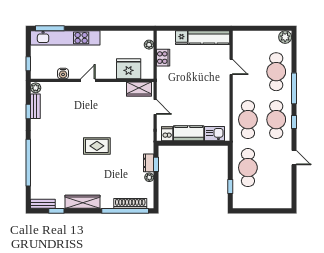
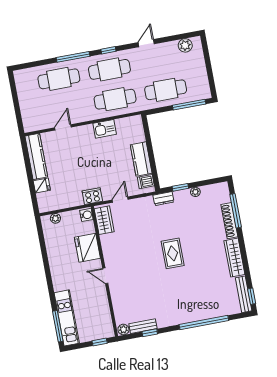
plant: (285, 37) -> (185, 45), moved
kitchen unit: (65, 38) -> (67, 318), width x0.73
cooker: (163, 58) -> (92, 196), moved
fridge: (129, 69) -> (87, 248), moved
water cooler: (63, 74) -> (86, 215), moved
kitchen sink: (215, 134) -> (105, 129), moved, turned -90
dresser: (149, 163) -> (163, 199), moved
window: (230, 187) -> (189, 105), width x2.17
shoe rack: (130, 203) -> (229, 221), moved
bench: (43, 204) -> (244, 294), width x1.36
window: (56, 211) -> (252, 296), moved
window: (125, 211) -> (236, 211), width x0.68

